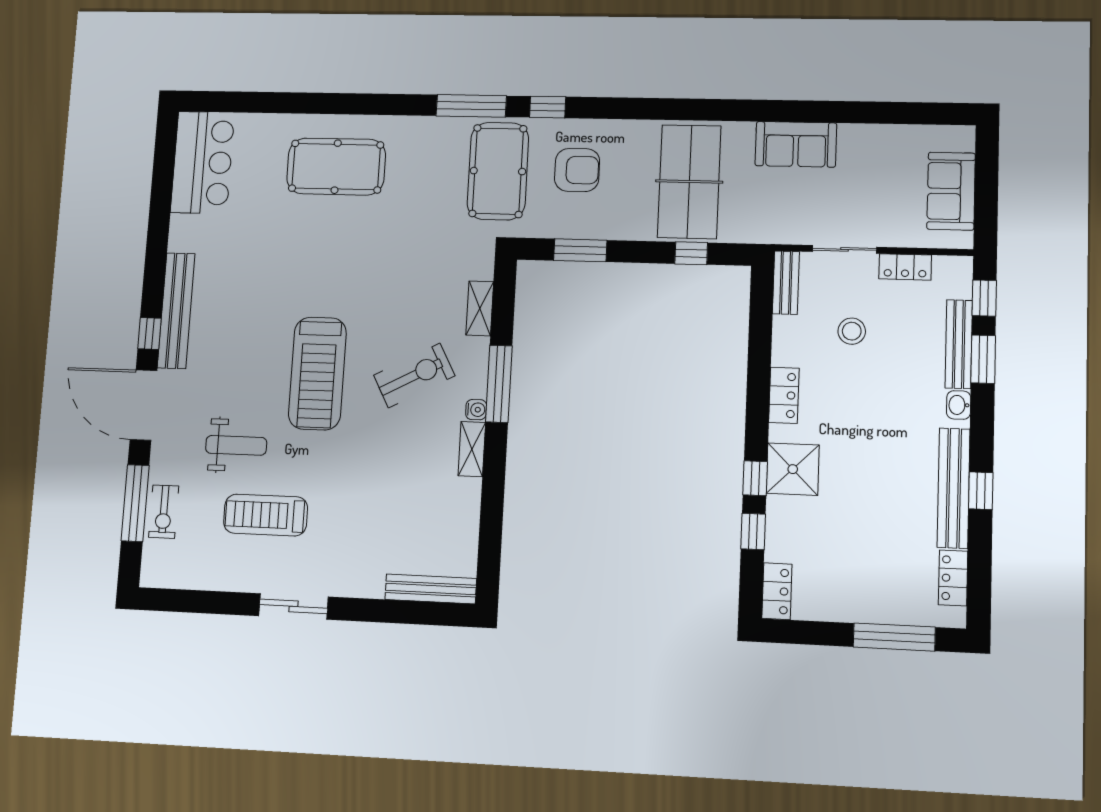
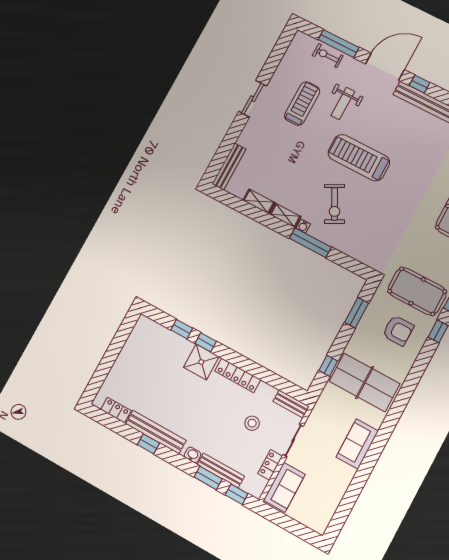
armchair: (577, 170) -> (398, 331), turned -90
sofa: (951, 191) -> (284, 487), moved, turned 90
shelving: (480, 308) -> (259, 201), moved
locker: (784, 395) -> (238, 375), width x1.53
locker: (777, 591) -> (150, 326), removed
window: (894, 637) -> (103, 369), removed

